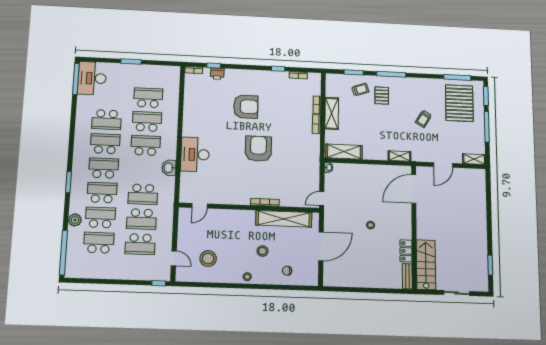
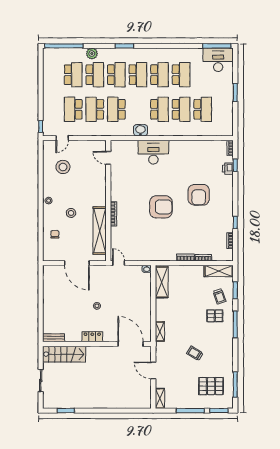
pallet: (459, 103) -> (211, 386), width x0.73, depth x0.71
shelving: (332, 113) -> (219, 271), moved
school desk: (107, 120) -> (181, 75), turned 180
locker: (406, 251) -> (92, 337), moved

